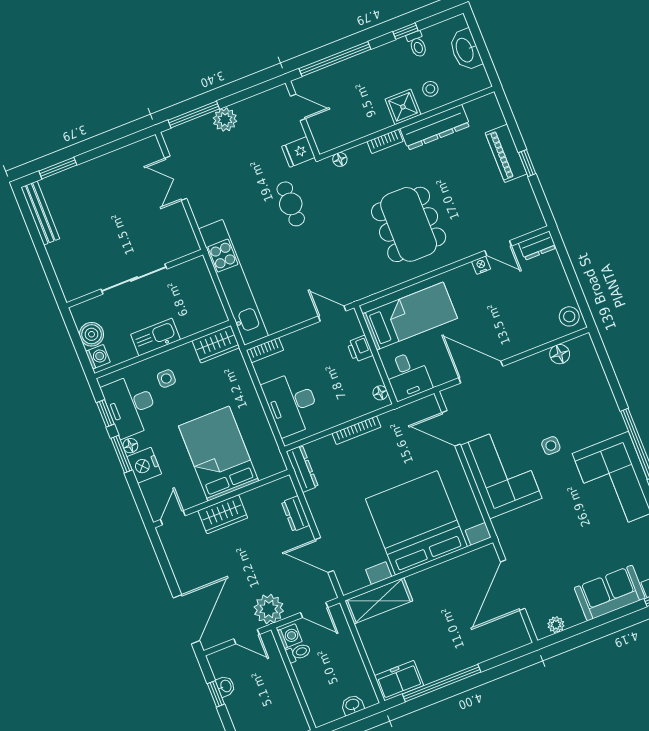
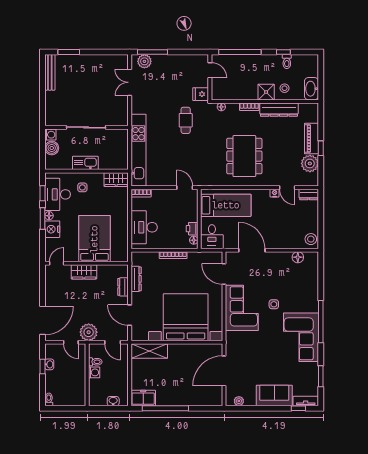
washbasin: (465, 50) -> (311, 89), moved
plant: (225, 120) -> (144, 61), moved
plant: (519, 195) -> (310, 163), added
printer: (360, 349) -> (192, 229), moved
washing machine: (98, 357) -> (50, 135), moved
dresser: (302, 469) -> (136, 279), moved
washing machine: (290, 636) -> (94, 372), moved

